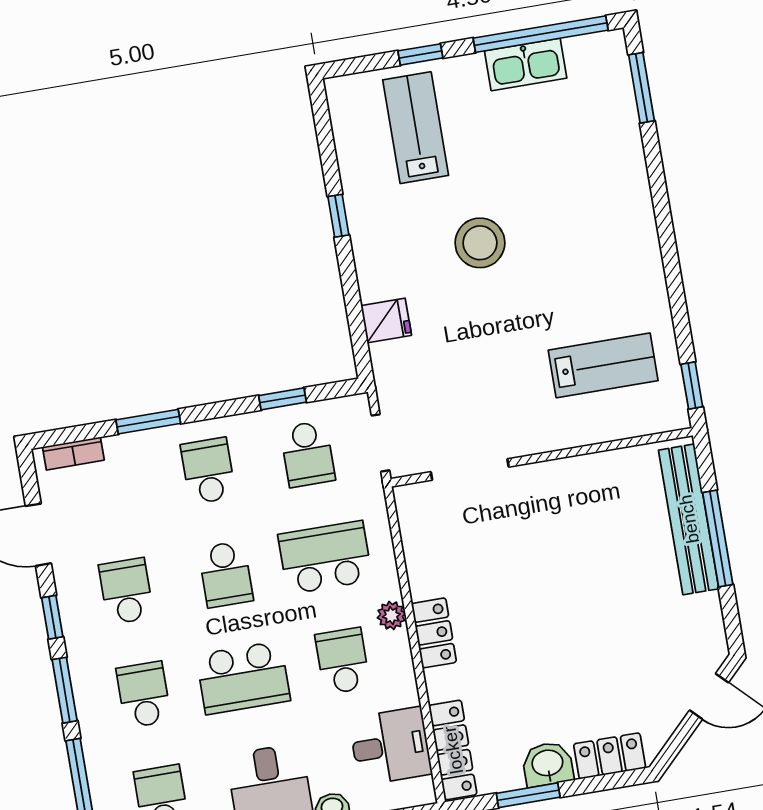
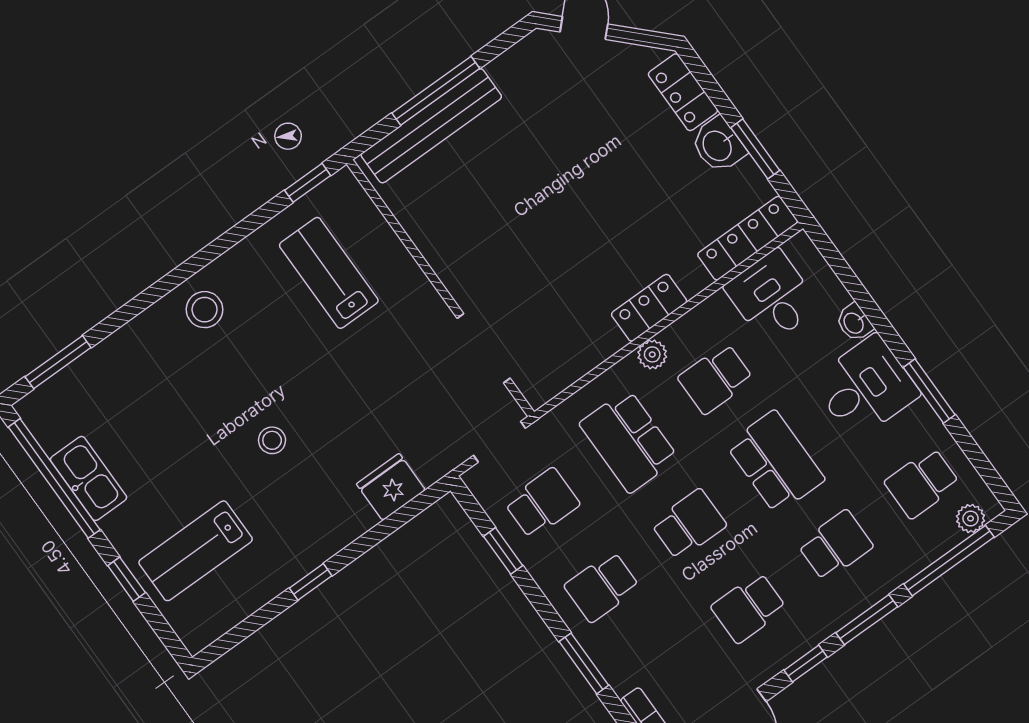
stool: (625, 240) -> (205, 310), added
stool: (480, 243) -> (272, 440), width x0.53, depth x0.53
fridge: (386, 320) -> (391, 487), width x1.38
school desk: (144, 695) -> (835, 545), turned 180

